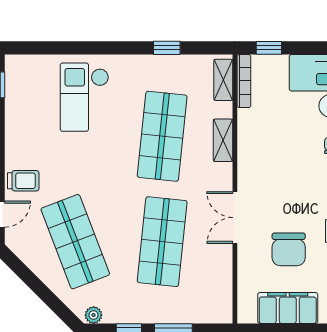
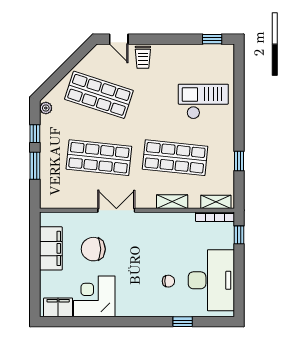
shop shelf: (75, 242) -> (99, 95), turned 39

